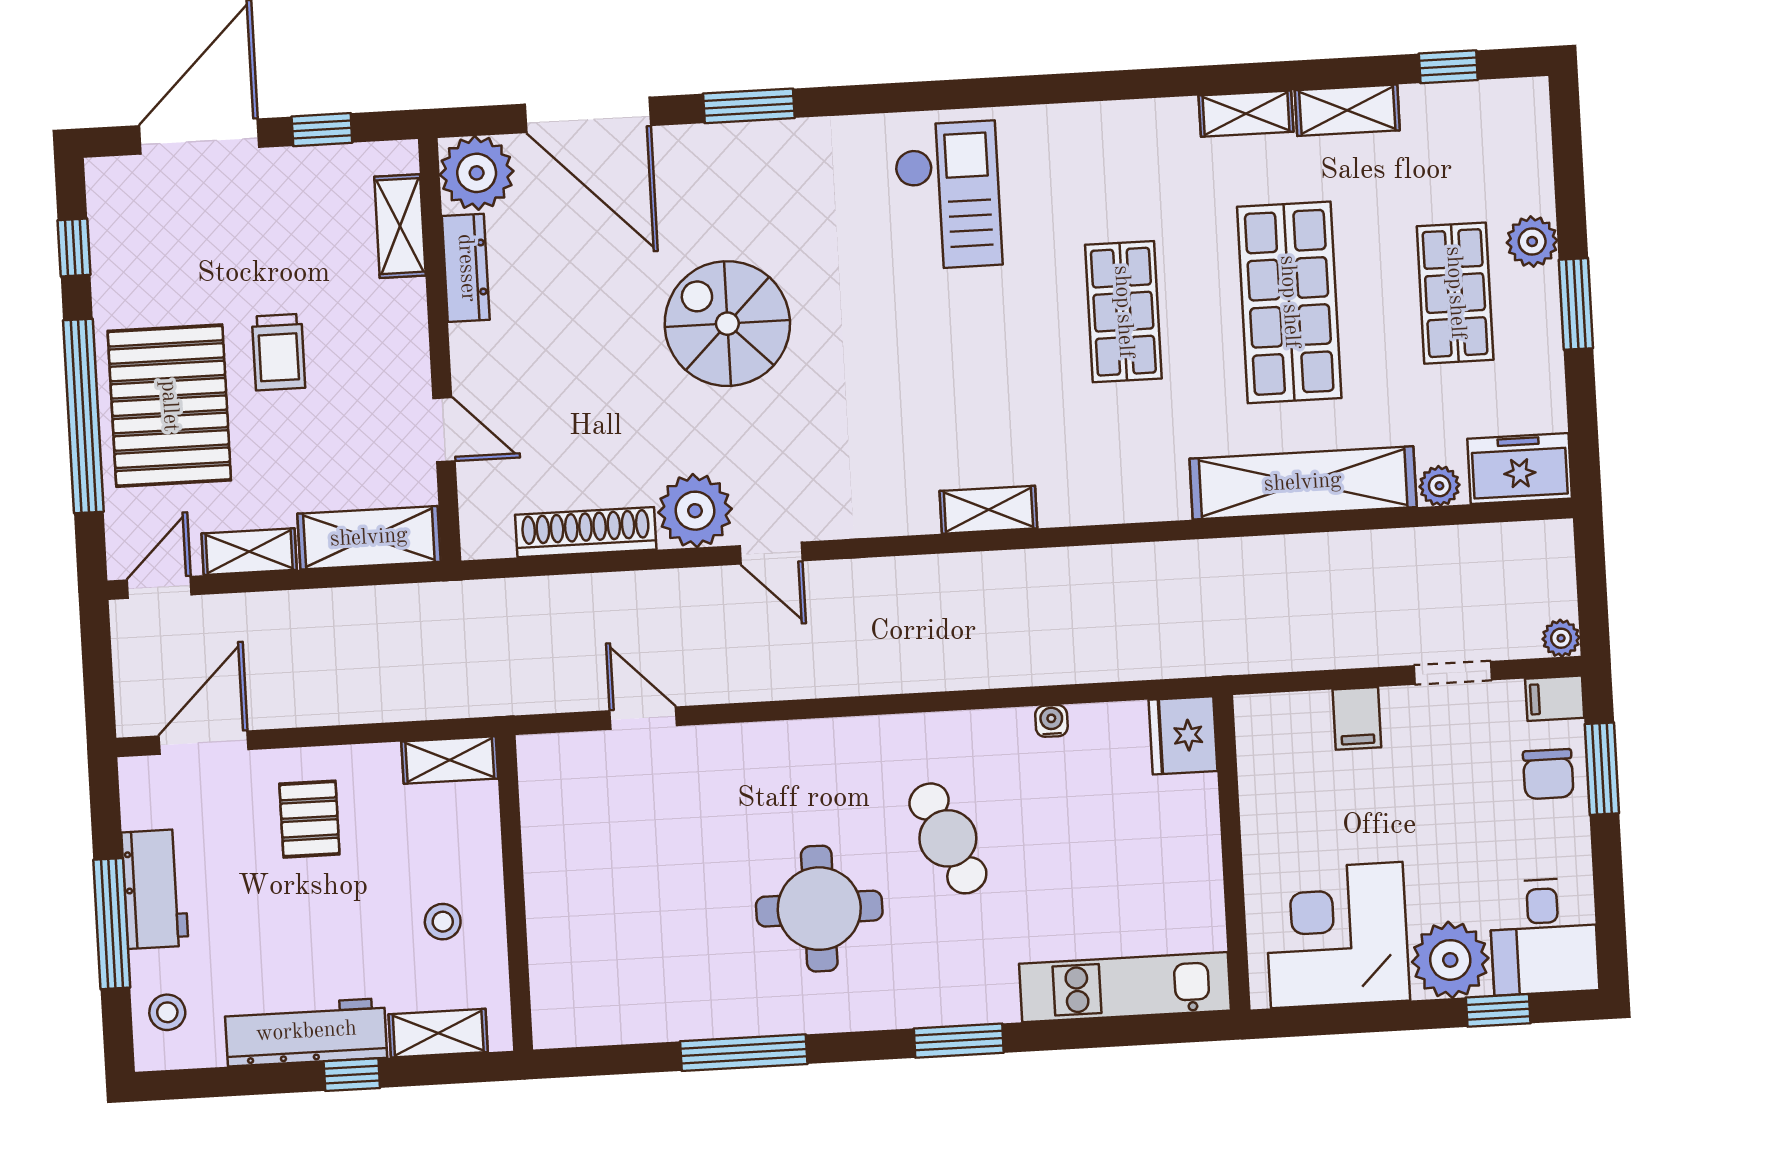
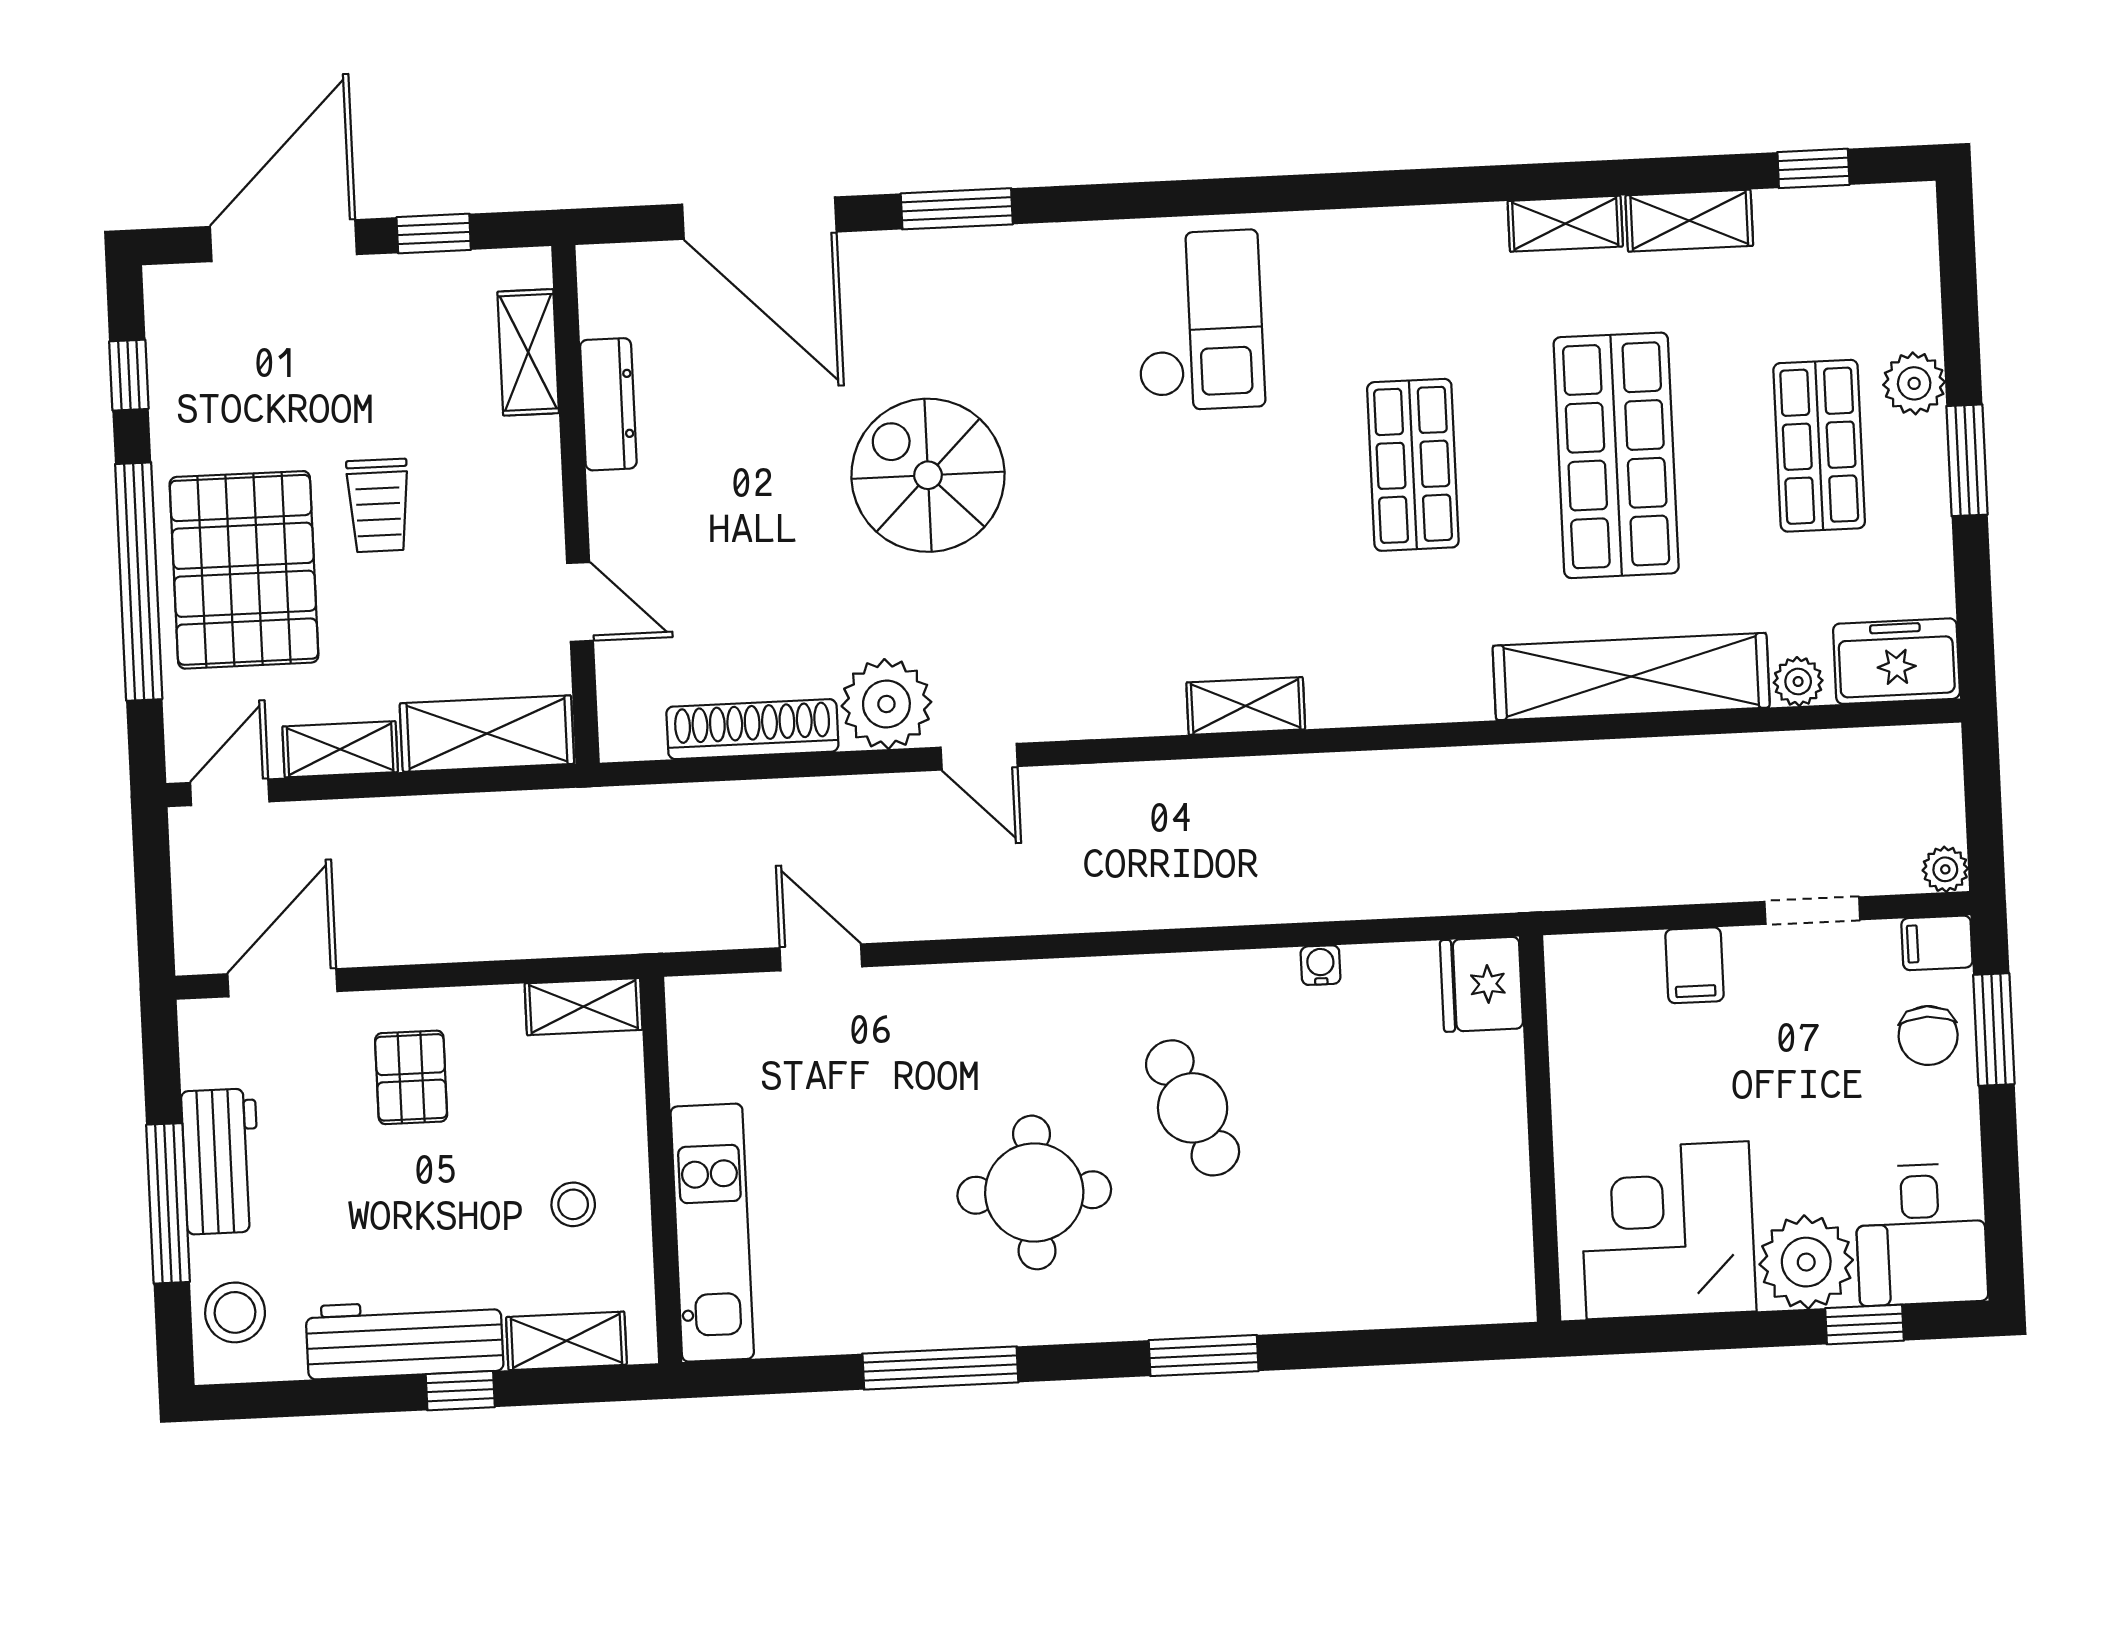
plant: (477, 173) -> (623, 288), removed
kitchen unit: (1125, 987) -> (712, 1233), moved, turned 90
stool: (167, 1012) -> (235, 1312), width x1.37, depth x1.37

